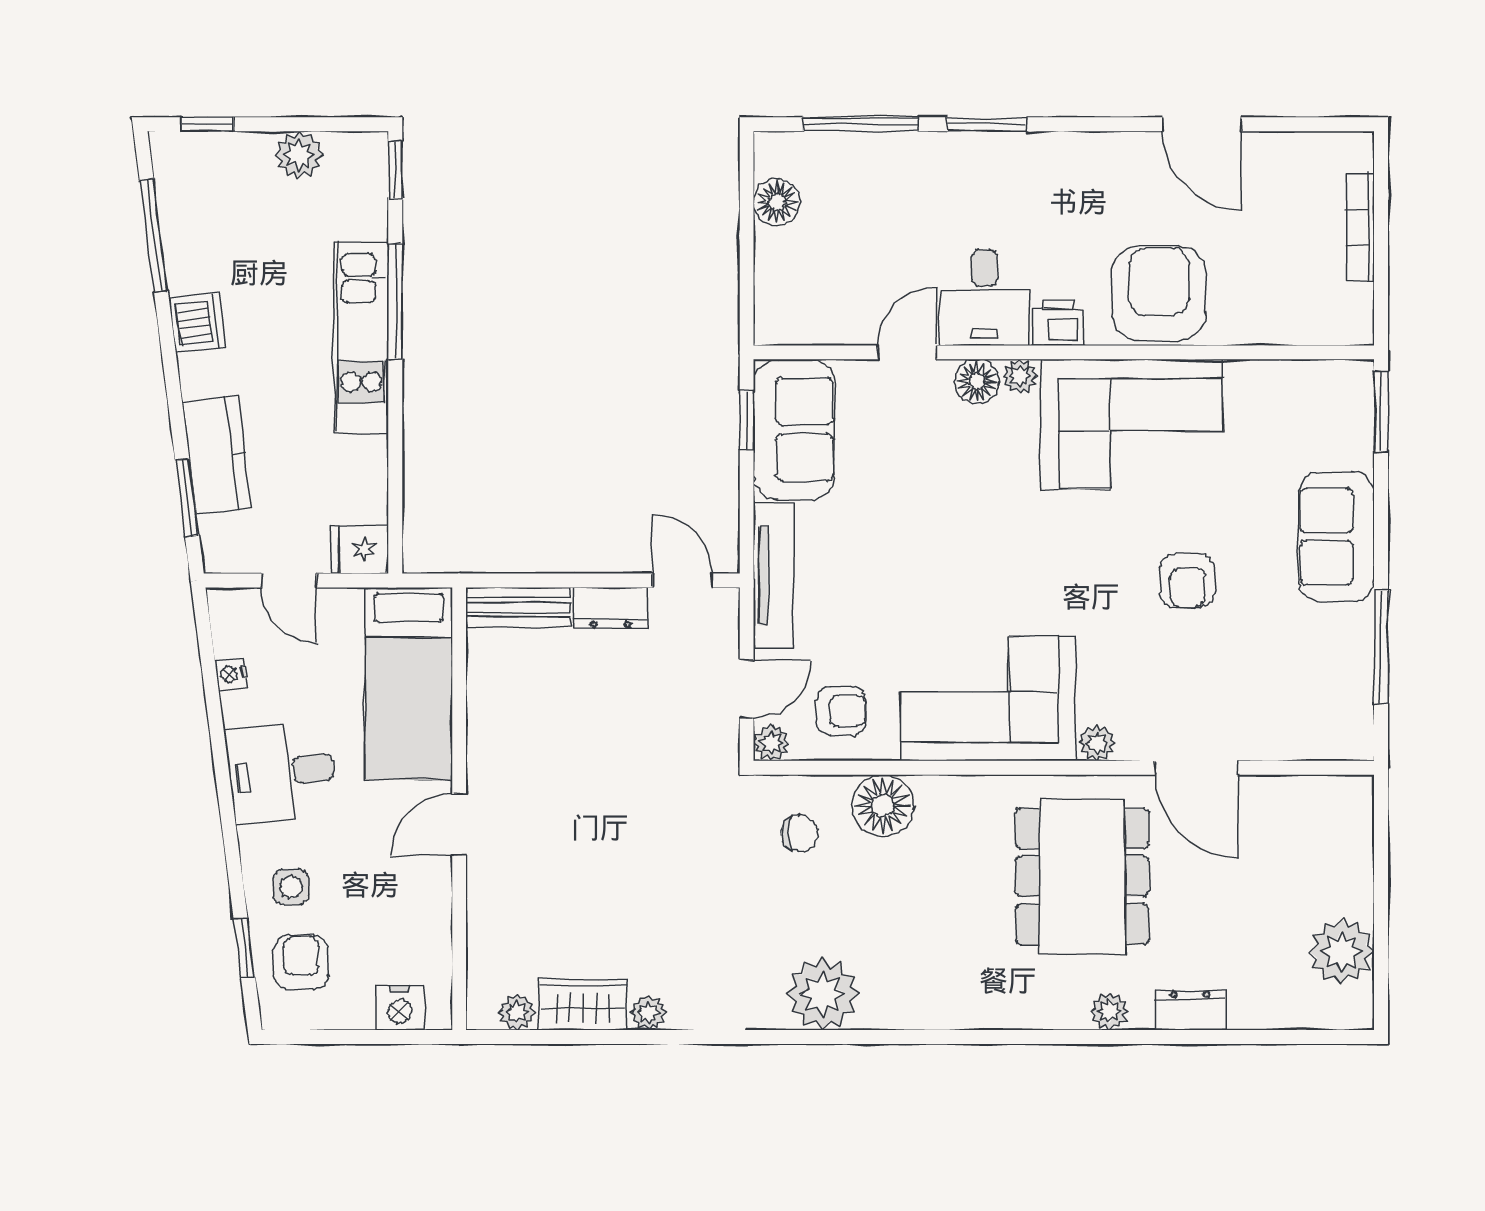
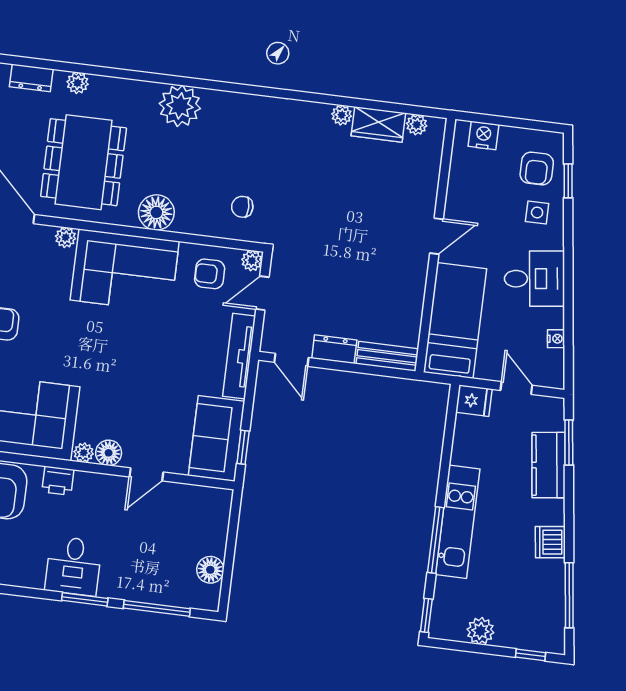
desk: (985, 297) -> (73, 566), moved, turned 180
floor lamp: (883, 805) -> (156, 212), moved
plant: (823, 994) -> (180, 106), moved

